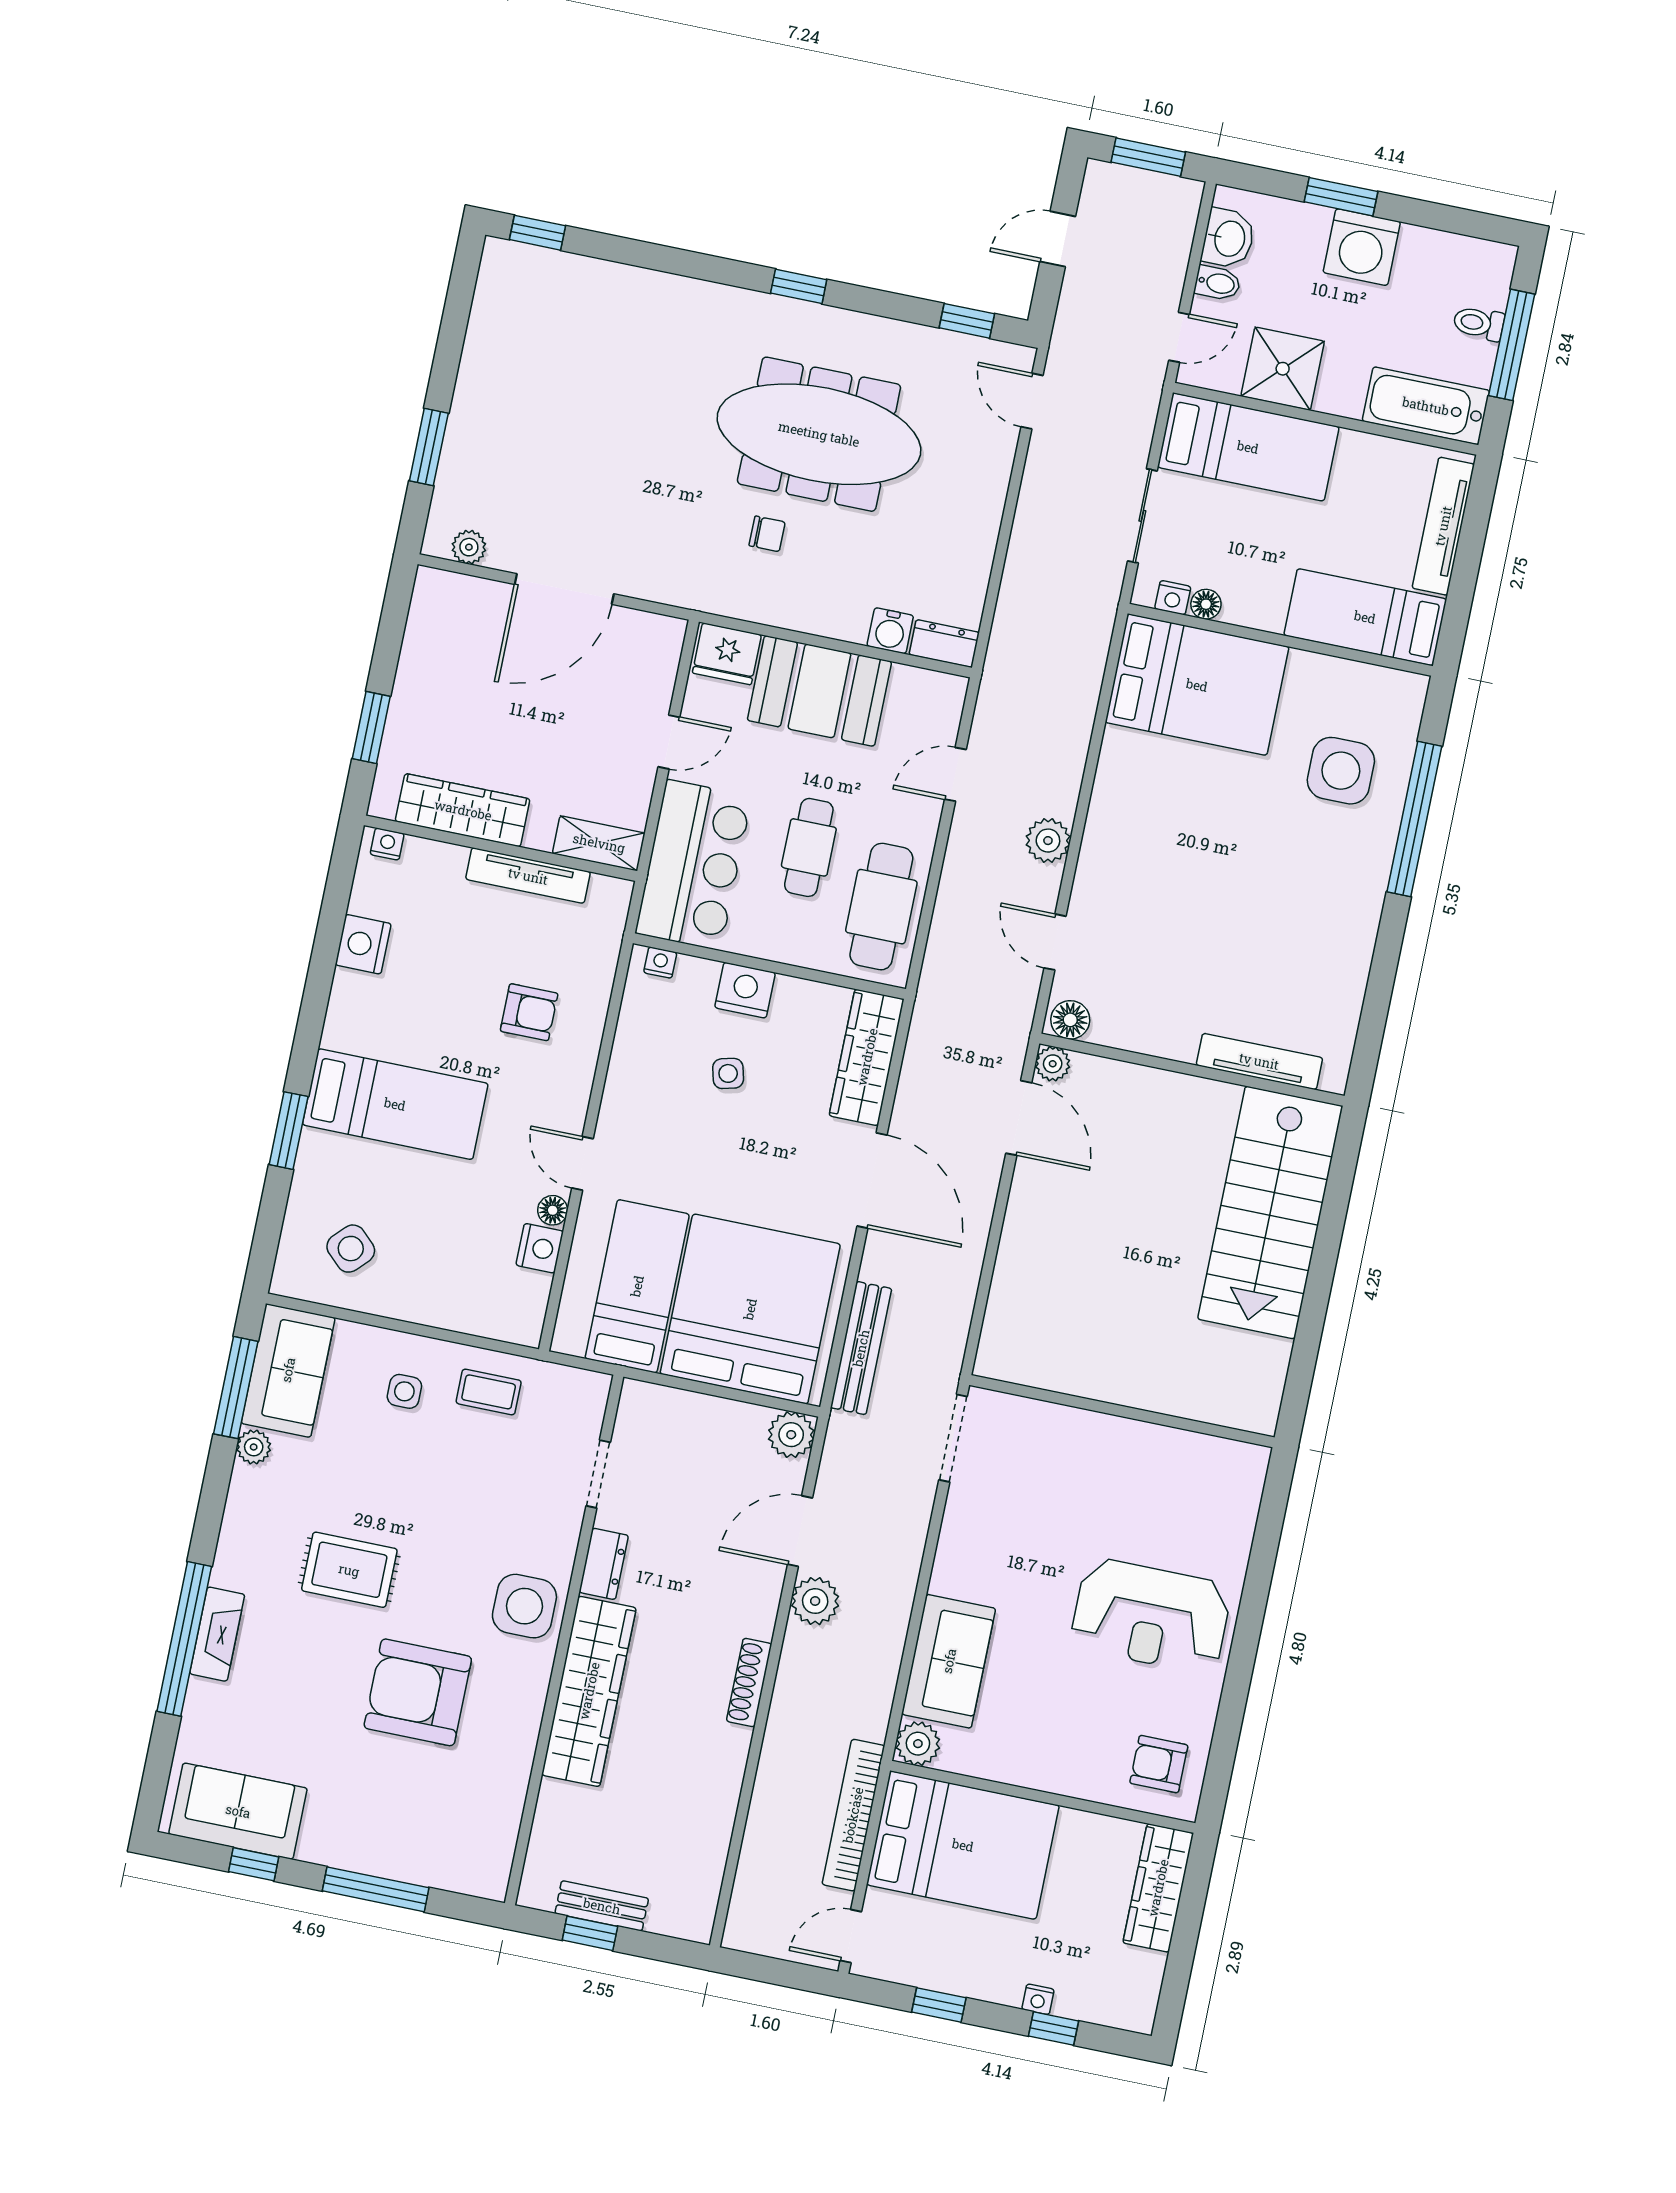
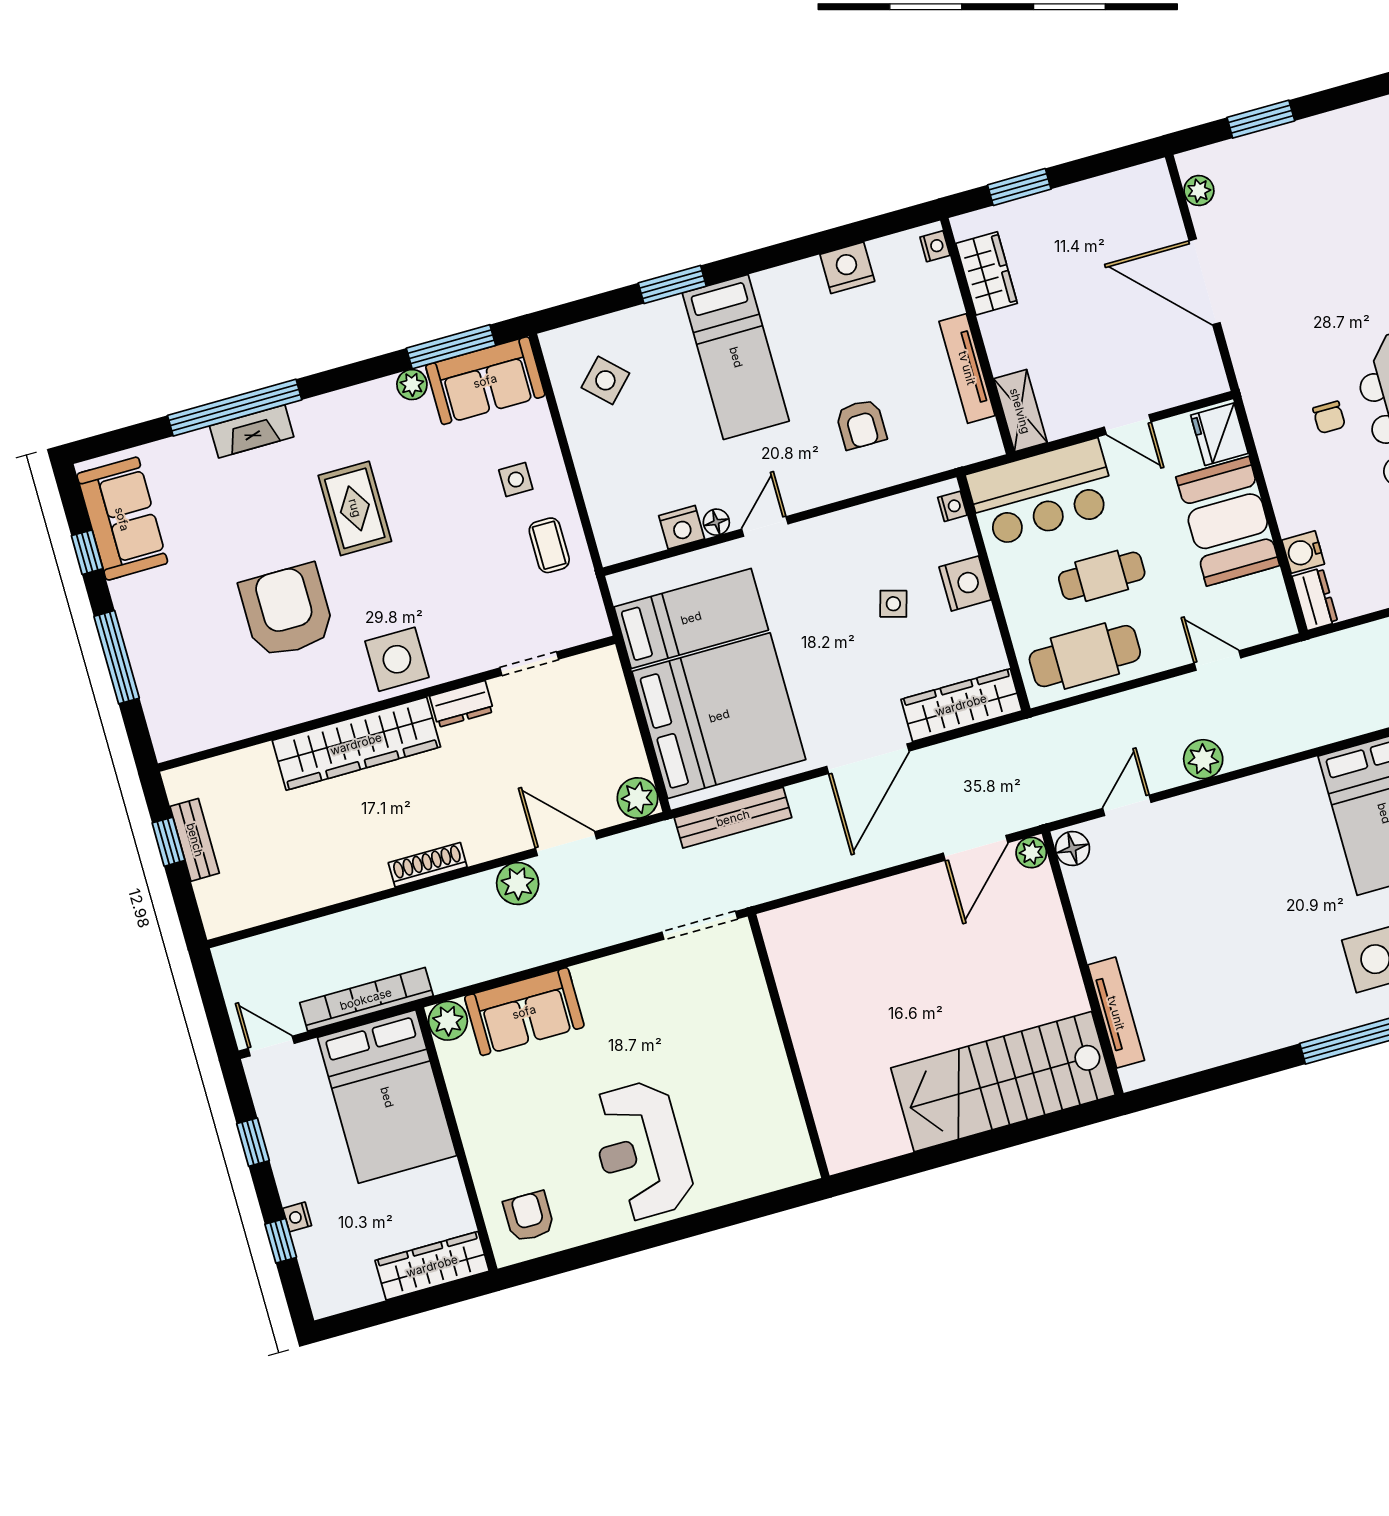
wardrobe: (463, 810) -> (987, 273), width x0.67
side table: (728, 1073) -> (893, 604), turned 30

